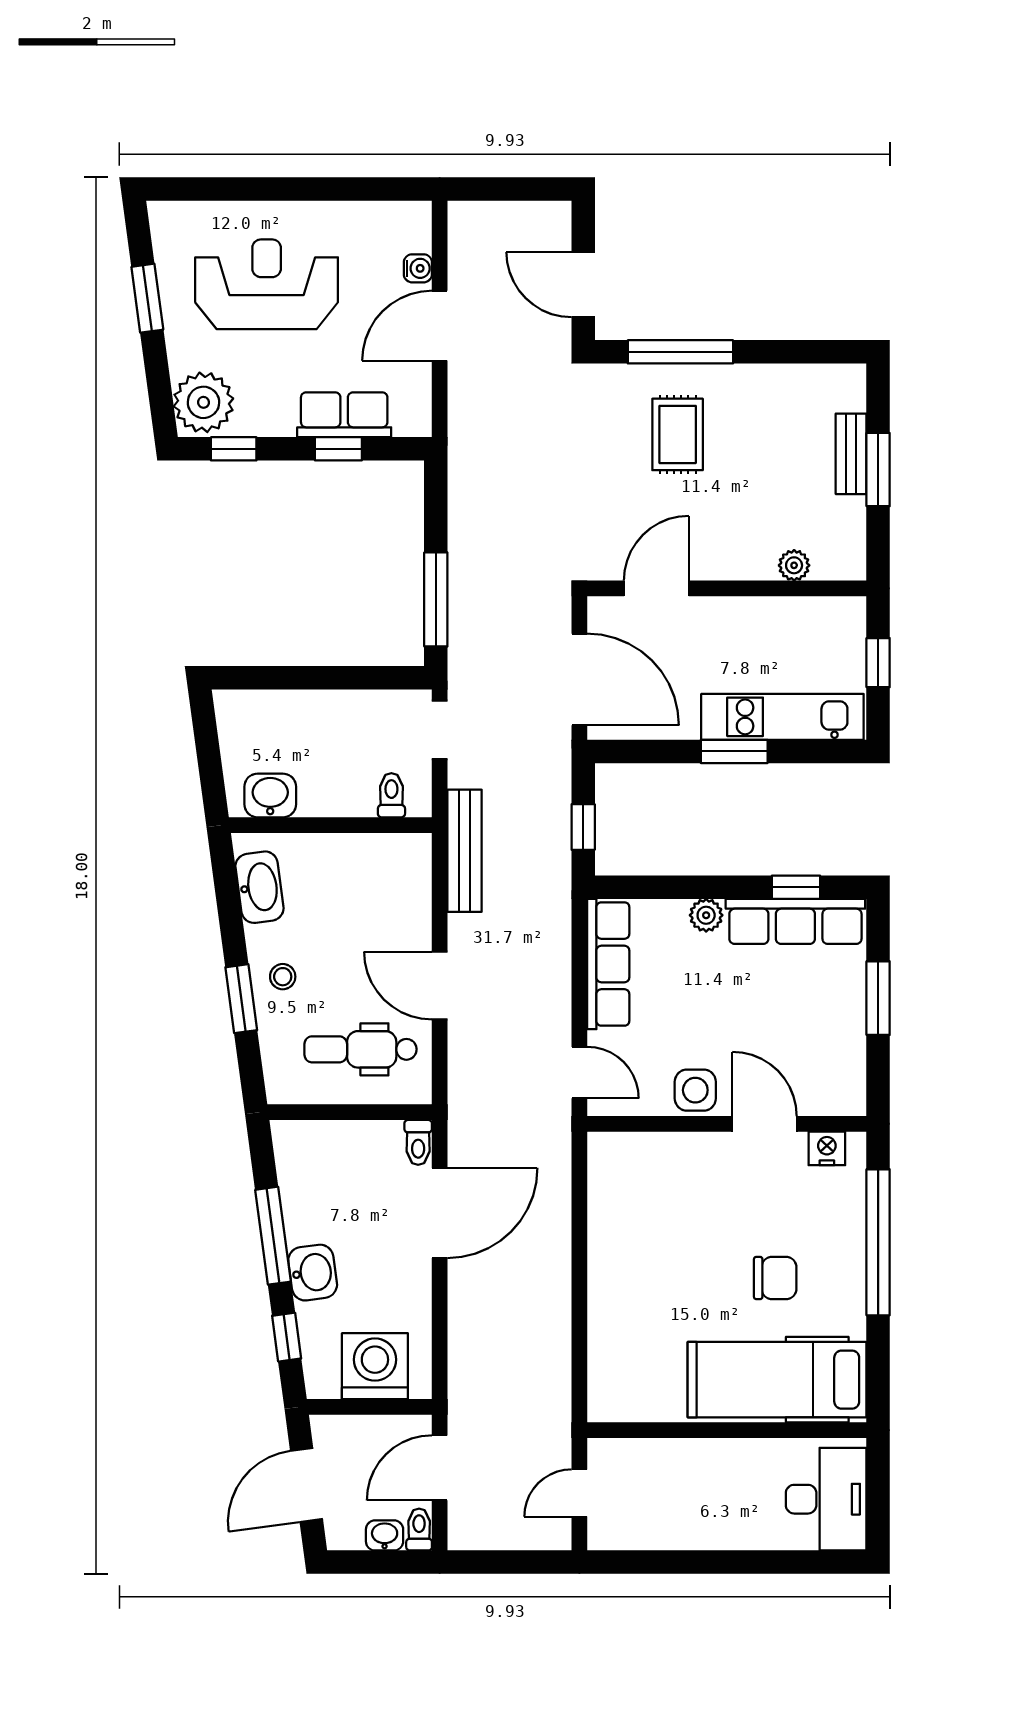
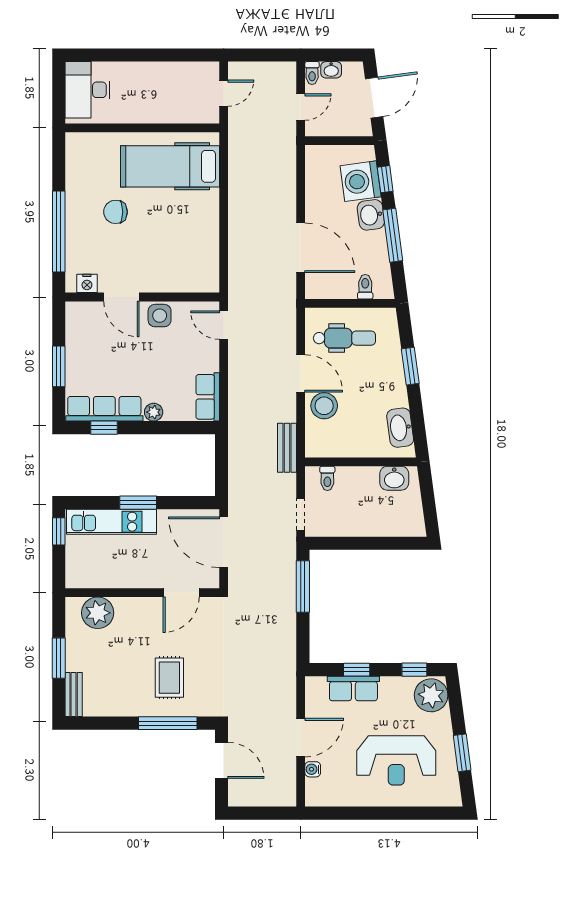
bench: (851, 454) -> (74, 695), moved
plant: (794, 565) -> (98, 613), width x1.88, depth x1.88
window: (878, 663) -> (59, 531), moved
window: (583, 827) -> (221, 461), removed
bench: (465, 851) -> (287, 448), width x0.73
row of seats: (608, 964) -> (208, 397), width x0.68
stool: (283, 977) -> (324, 406), moved, width x1.89, depth x1.89
toilet: (418, 1142) -> (365, 287), moved
door: (440, 1213) -> (301, 248), swing flipped
washing machine: (375, 1366) -> (361, 181), moved, turned 82
hospital bed: (777, 1380) -> (170, 166), moved, turned 180
door: (440, 1468) -> (301, 107), width x0.73

